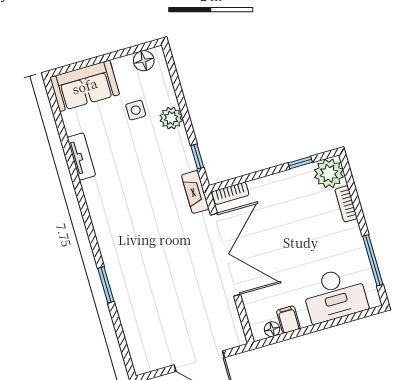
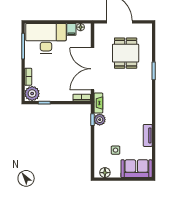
plant: (171, 118) -> (100, 120), moved
desk: (335, 295) -> (46, 38), width x1.36, depth x1.30
dining table: (170, 304) -> (126, 53), added

